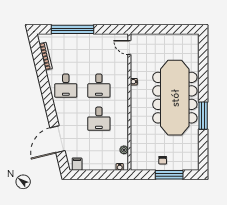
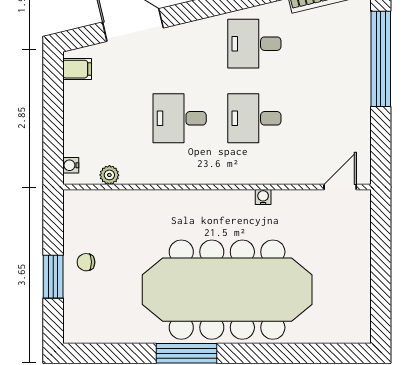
window: (169, 175) -> (53, 277), width x0.69

